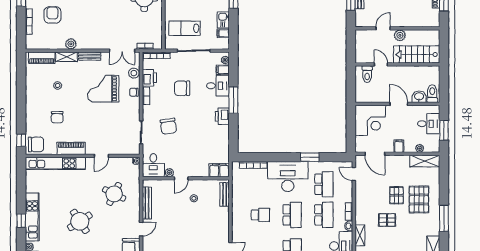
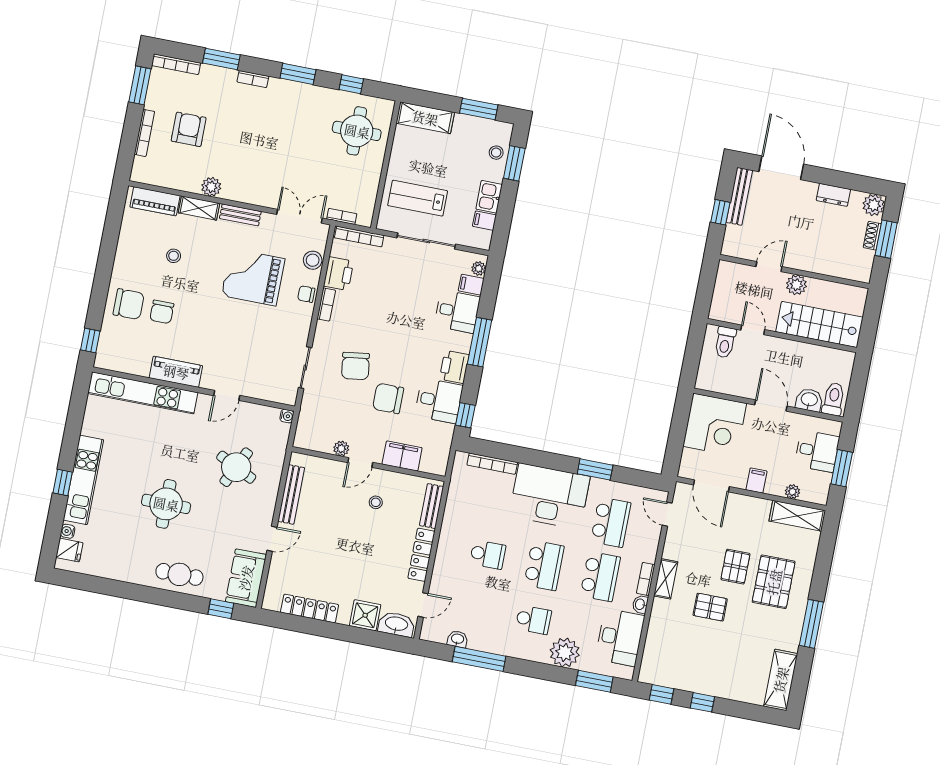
double door: (122, 51) -> (300, 216), swing flipped
chair: (182, 88) -> (388, 398), moved
window: (233, 141) -> (465, 415), added
chair: (36, 144) -> (129, 304), moved
desk: (153, 165) -> (439, 401), moved, turned -90
filing cabinet: (219, 170) -> (402, 456), moved
round table: (80, 221) -> (166, 504), turned 33
locker: (224, 222) -> (421, 555), added
shelving: (360, 235) -> (666, 579), moved

